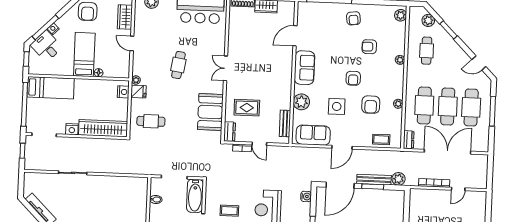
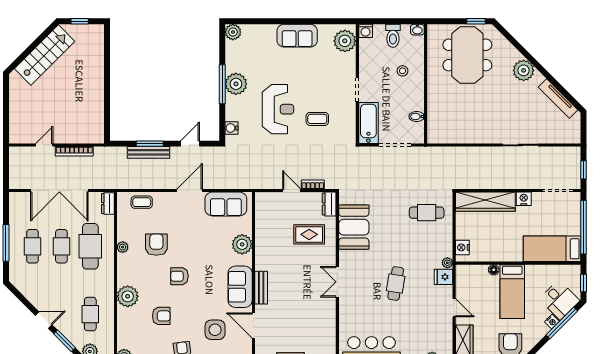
door: (295, 36) -> (253, 326), swing flipped
plant: (400, 60) -> (128, 296), width x1.87, depth x1.87
door: (479, 63) -> (44, 320), moved
double door: (225, 68) -> (337, 282), swing flipped
armchair: (353, 78) -> (179, 276), turned -90
fridge: (138, 92) -> (444, 277), moved
side table: (337, 106) -> (215, 330), moved
cafe table: (448, 106) -> (61, 246), width x0.73, depth x0.74
cafe table: (471, 107) -> (32, 246), width x0.73, depth x0.74
bench: (285, 123) -> (261, 288), moved
plant: (399, 179) -> (118, 154), removed
door: (340, 185) -> (190, 144), width x0.53
coffee table: (229, 211) -> (317, 119), moved

